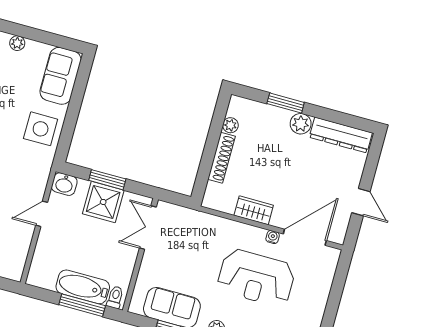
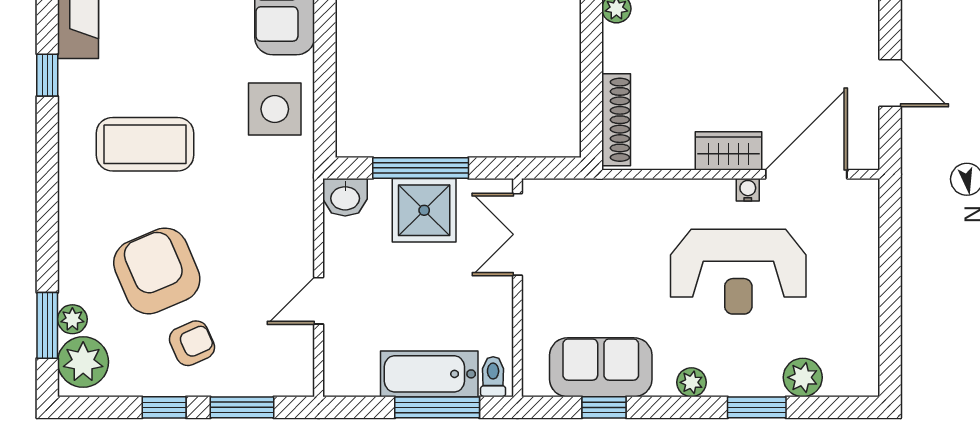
shoe rack: (221, 158) -> (616, 120), moved
window: (107, 180) -> (421, 168), width x1.44
wardrobe: (254, 210) -> (728, 151), moved
door: (42, 214) -> (319, 301), moved

